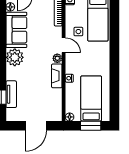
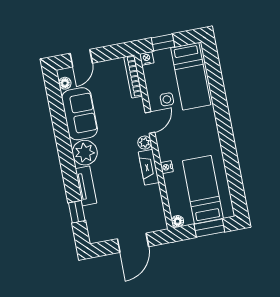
door: (64, 45) -> (150, 123), hinge flipped
tv unit: (11, 94) -> (86, 186), moved

